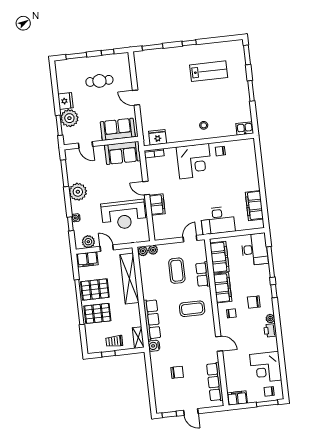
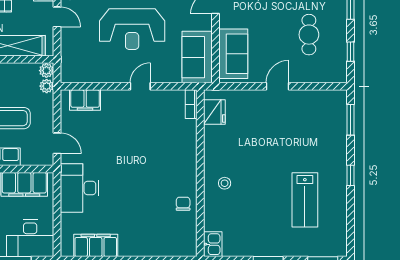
corner desk: (194, 161) -> (173, 163), removed
filing cabinet: (157, 204) -> (85, 100), moved
reception desk: (124, 215) -> (132, 29), moved, turned -90
door: (107, 248) -> (57, 17), hinge flipped

